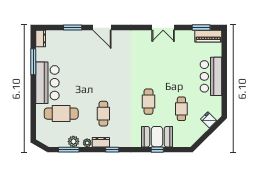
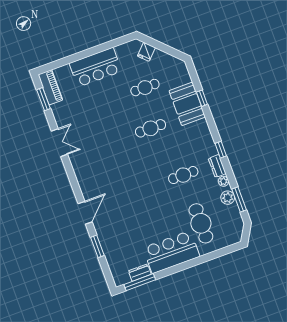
dresser: (41, 38) -> (140, 273), moved
window: (33, 62) -> (140, 282), moved

